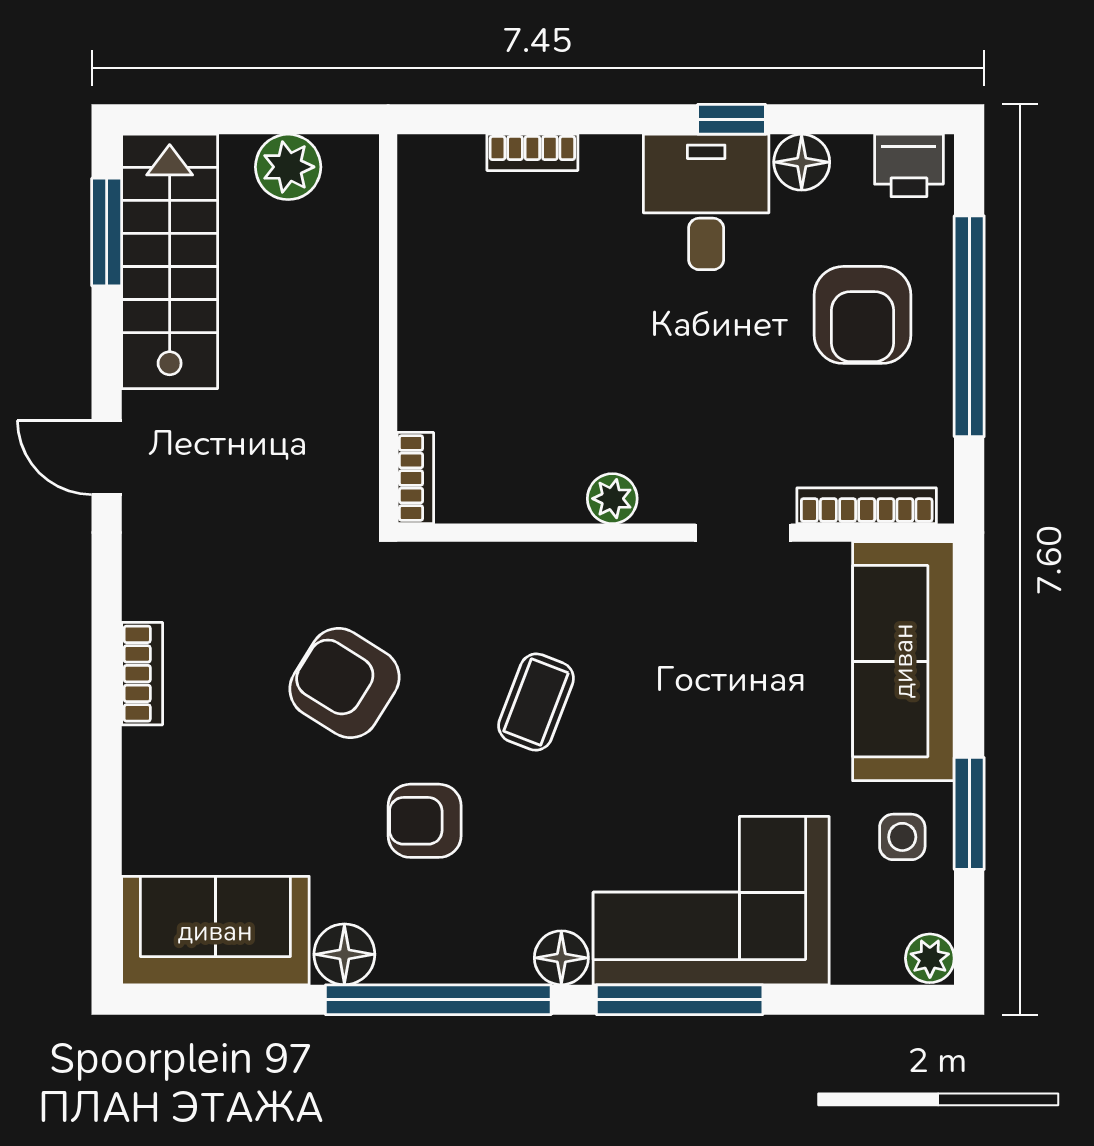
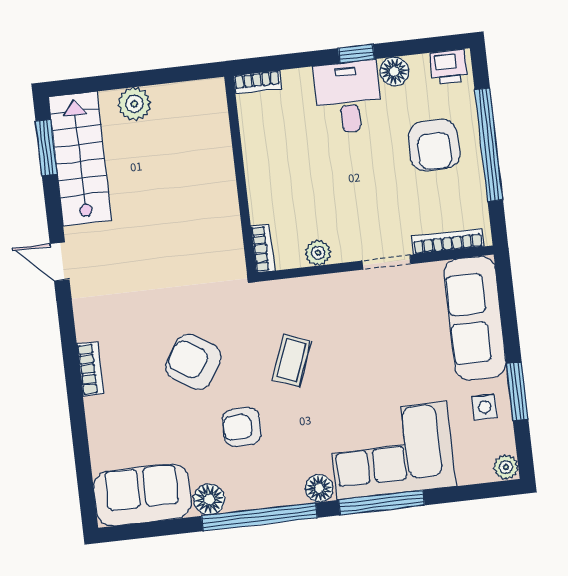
wall: (388, 329) -> (240, 175), moved
bookcase: (415, 478) -> (263, 249), moved

